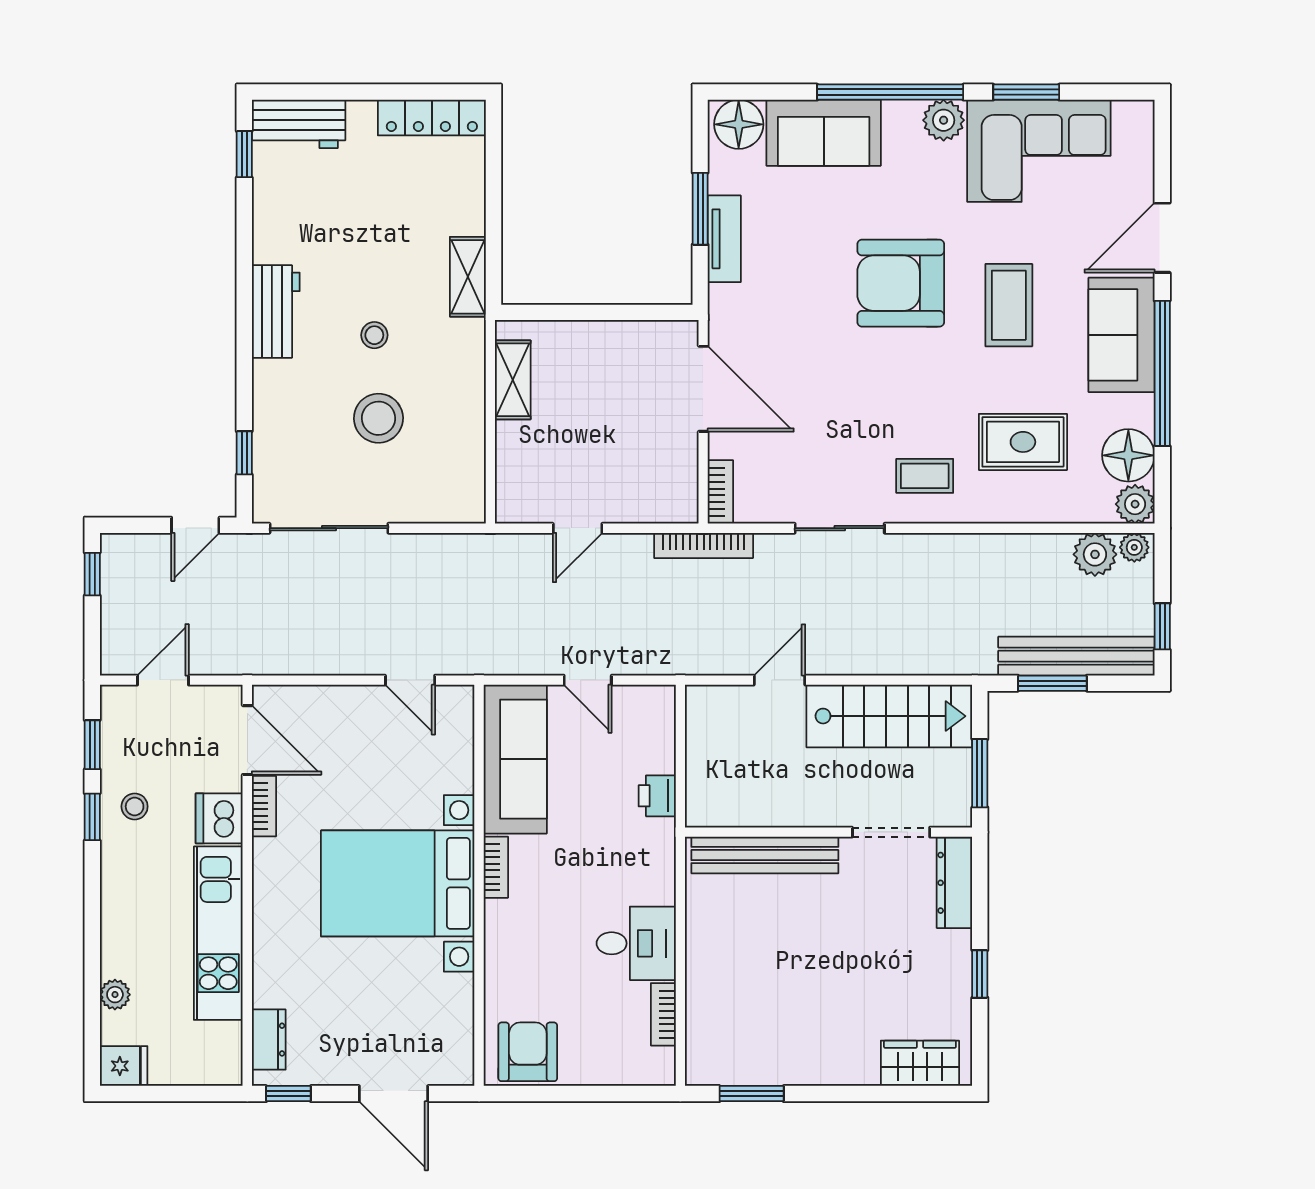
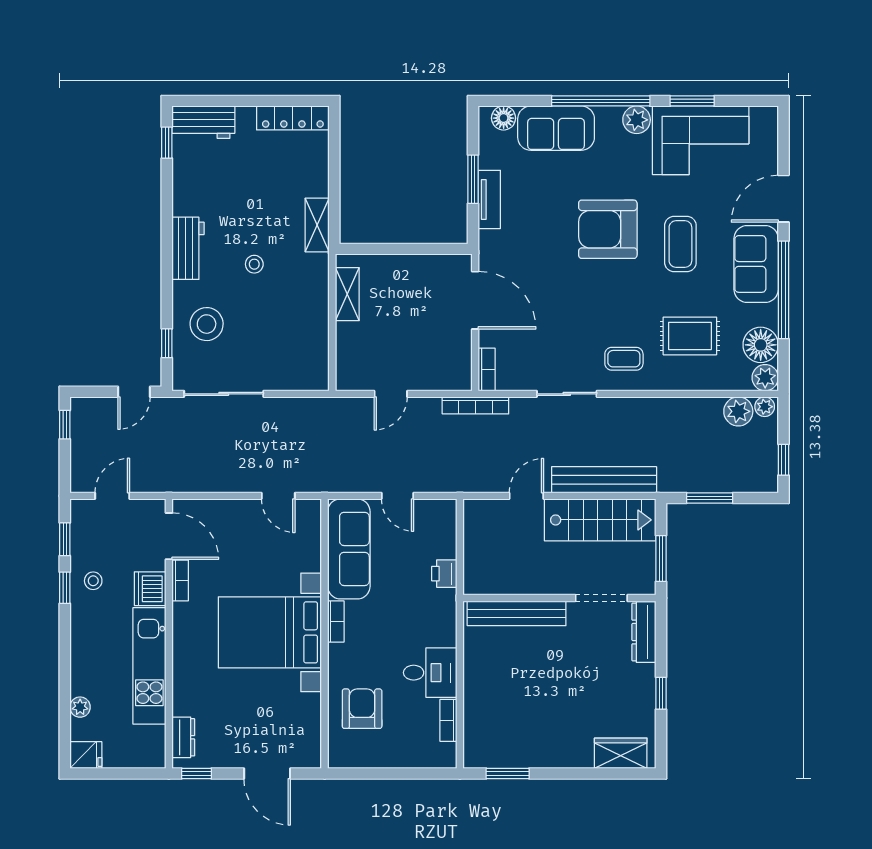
floor lamp: (739, 124) -> (504, 118), width x0.73, depth x0.73
stool: (378, 418) -> (207, 324), moved
bench: (1076, 656) -> (604, 480), moved
armchair: (528, 1052) -> (362, 709), moved

